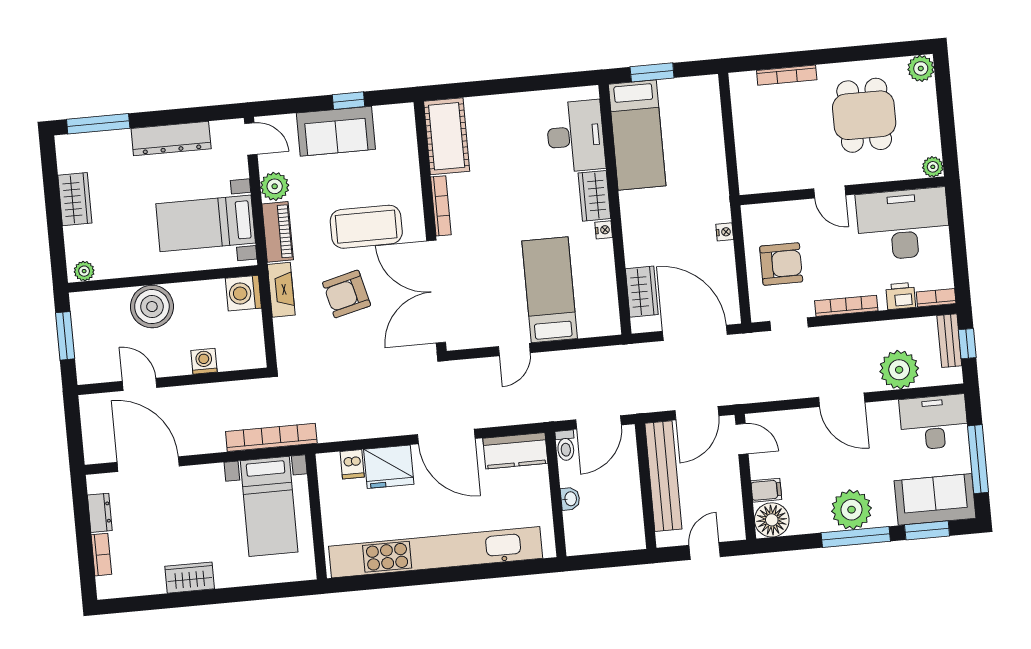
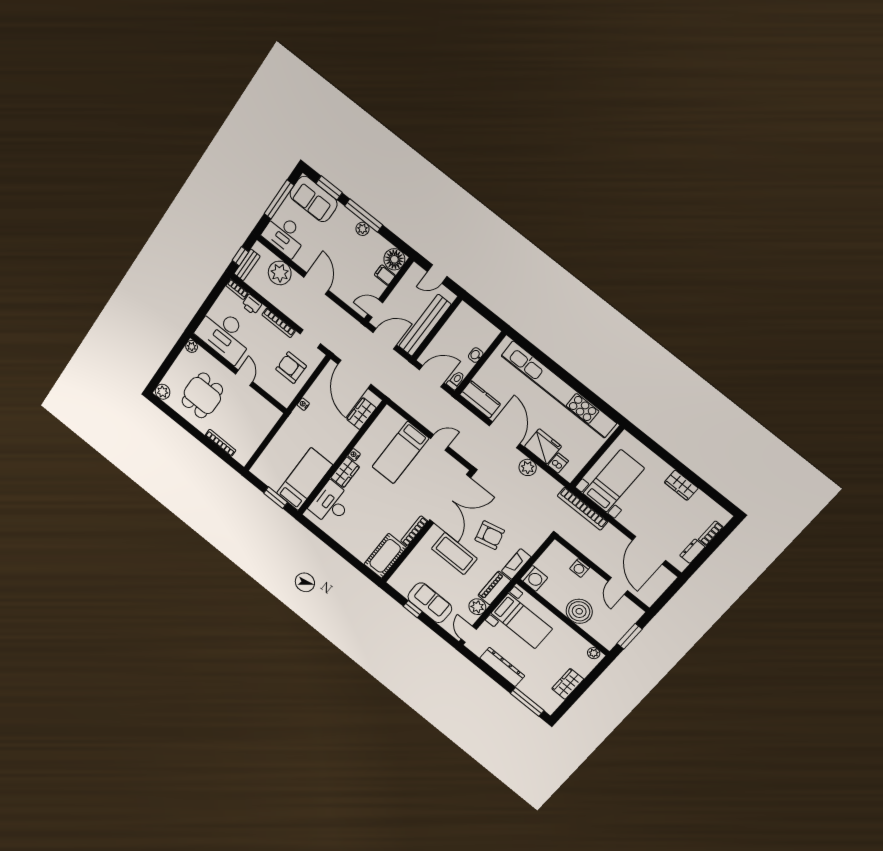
plant: (382, 423) -> (528, 468), added
door: (742, 439) -> (375, 308), hinge flipped
plant: (852, 510) -> (363, 229), width x0.53, depth x0.53

